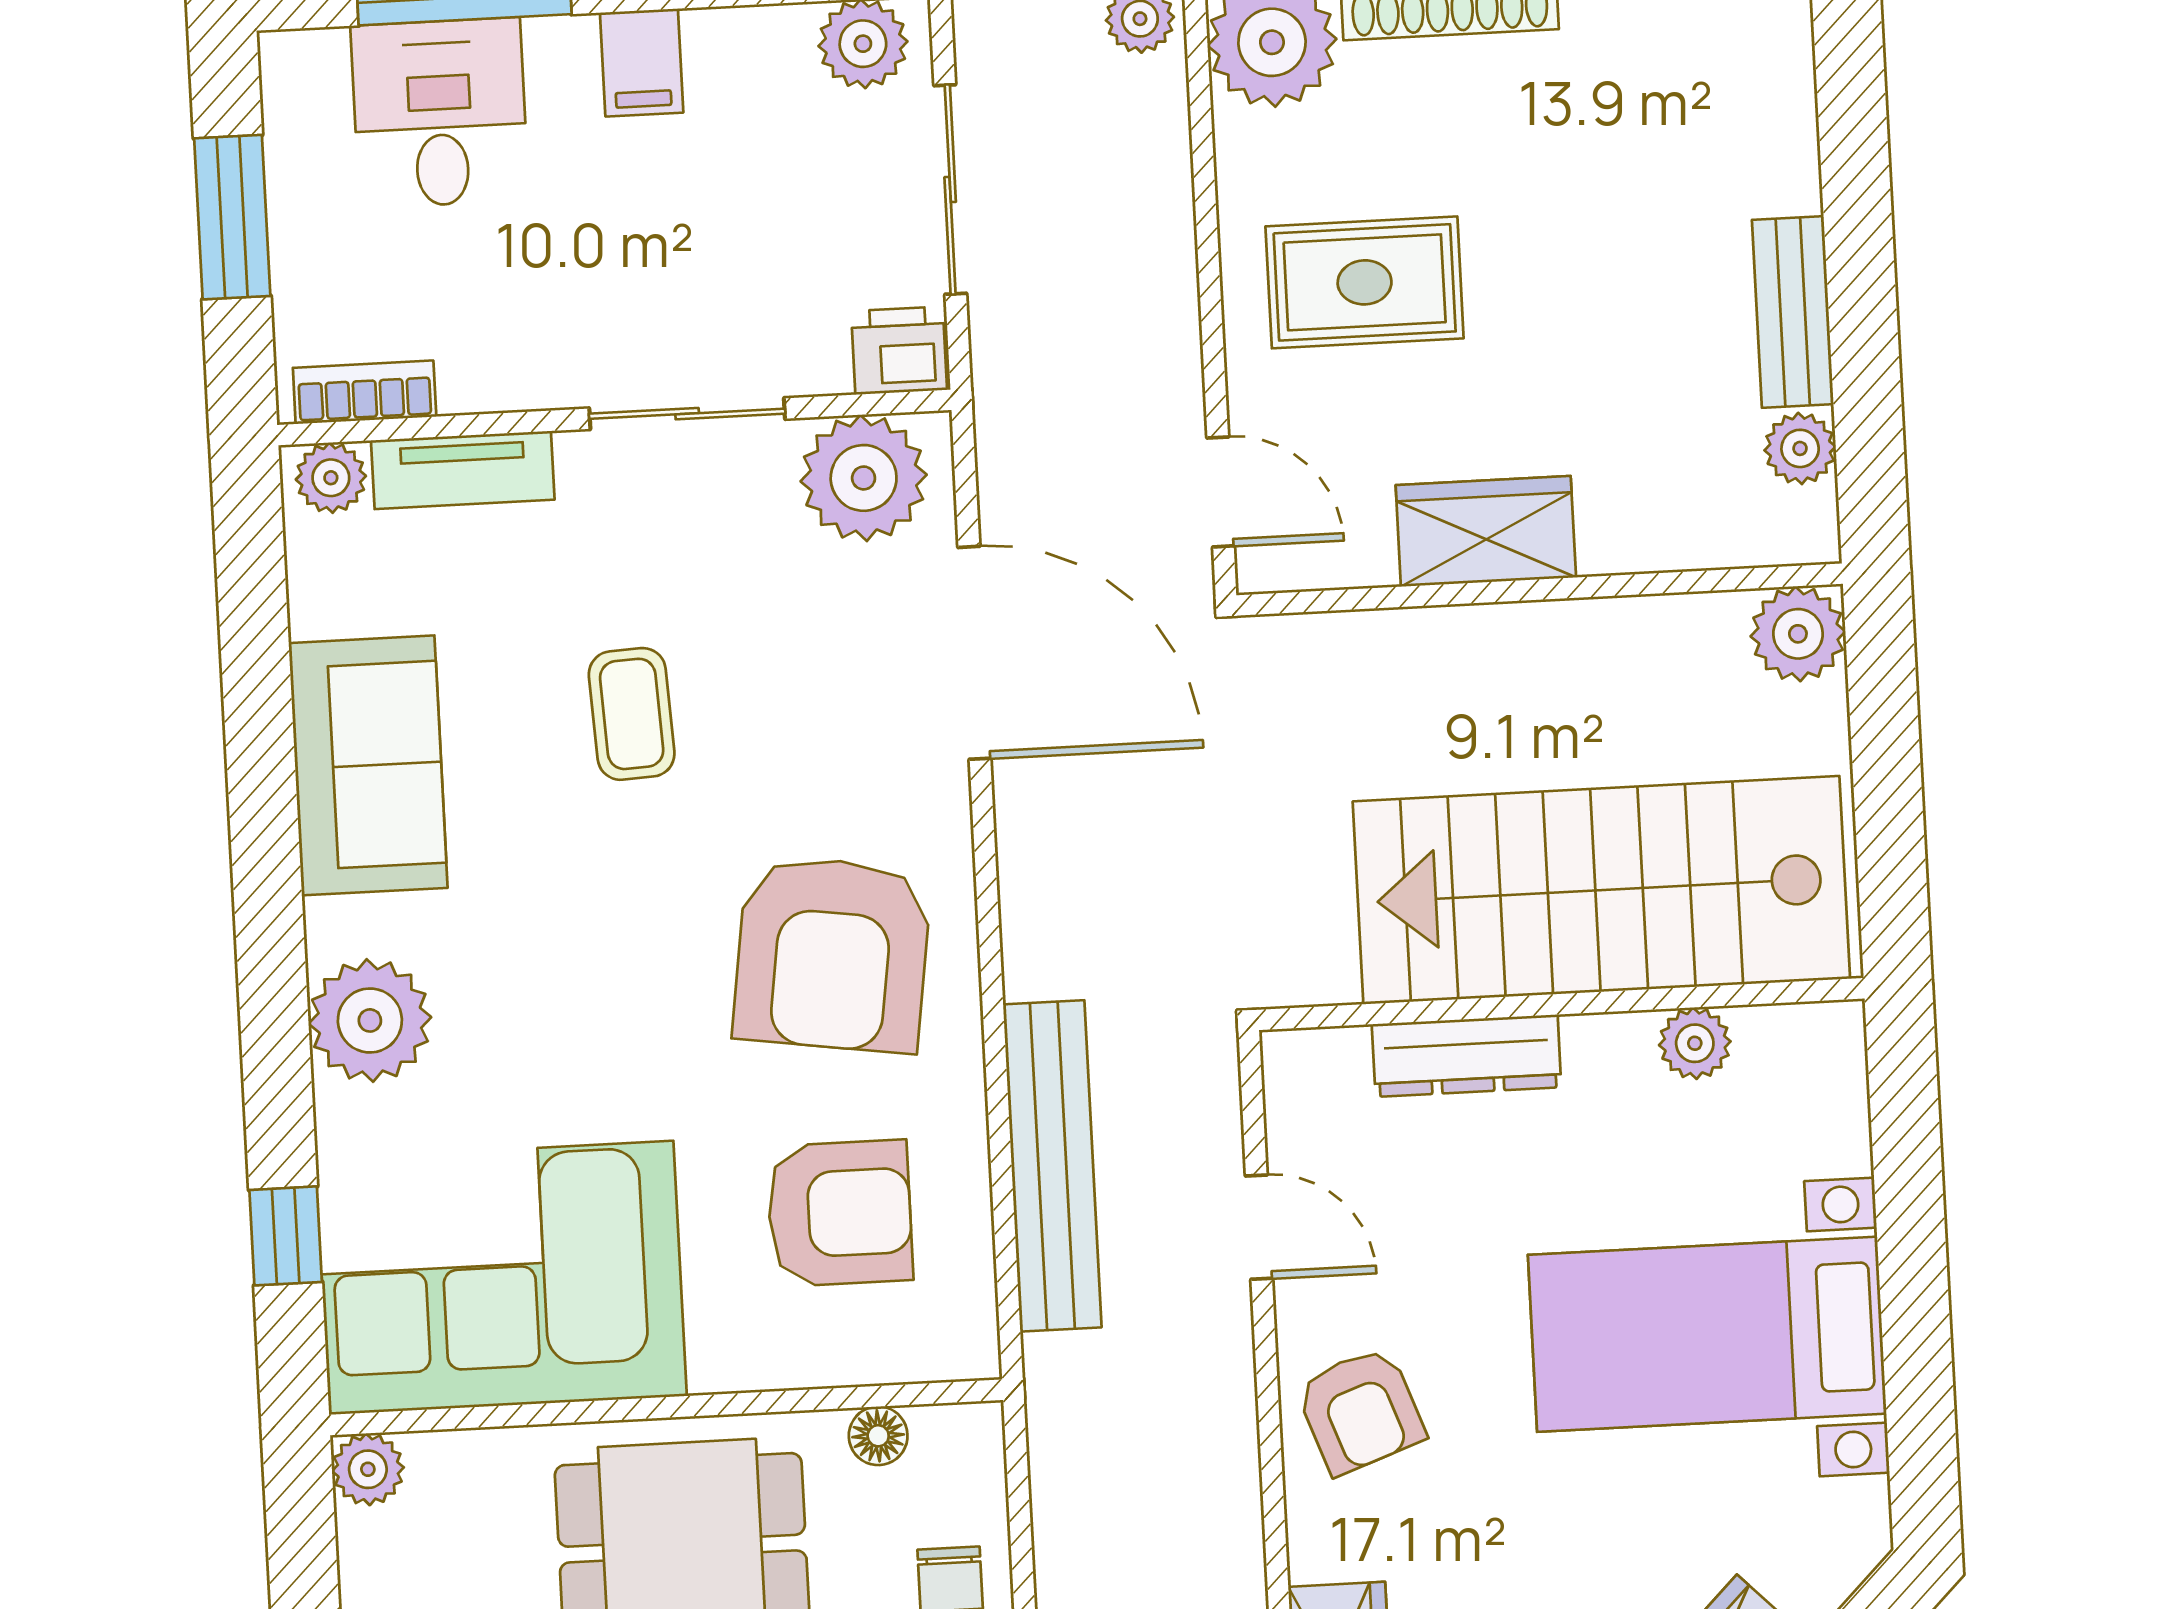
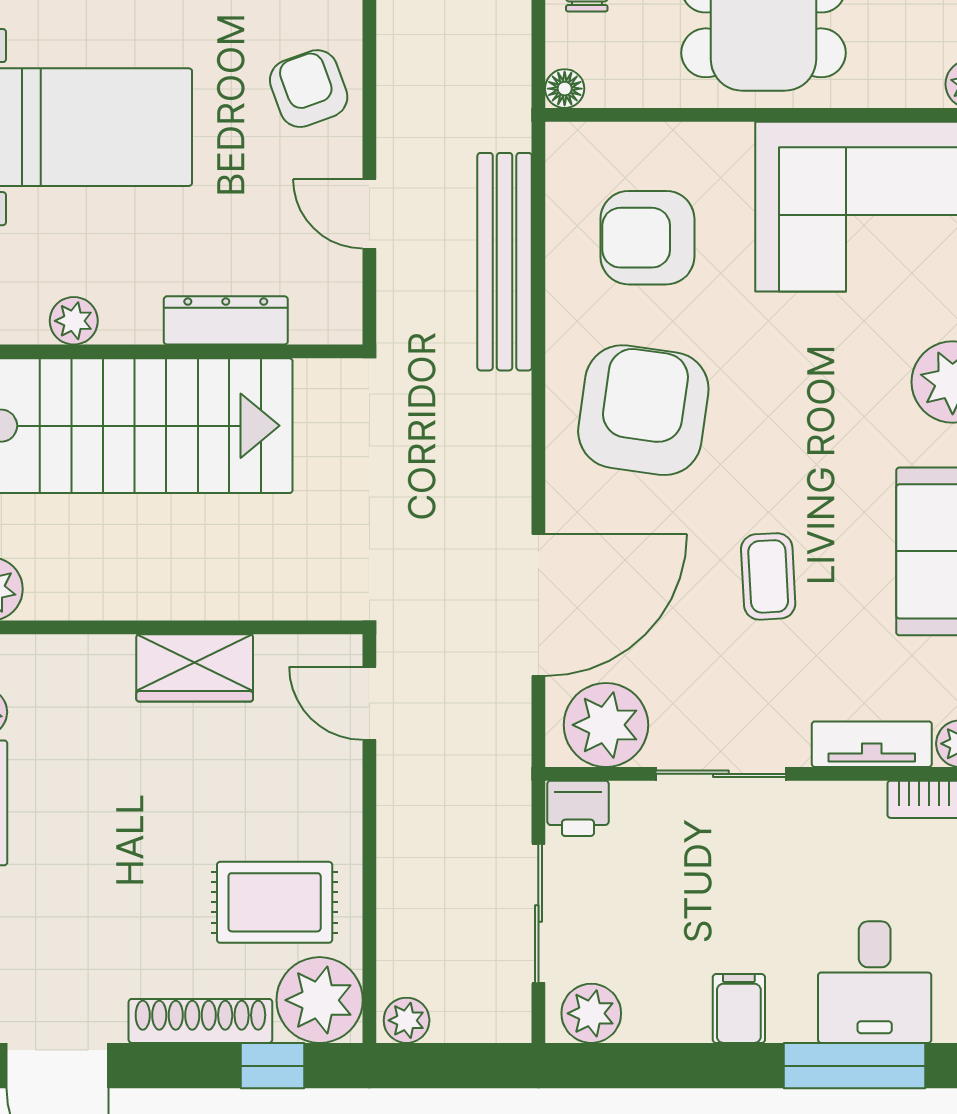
rug: (1365, 282) -> (275, 902), moved
door: (974, 653) -> (538, 605), swing flipped
floor lamp: (878, 1436) -> (565, 89), moved

